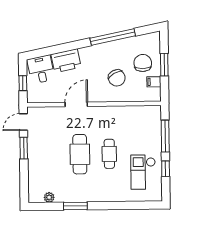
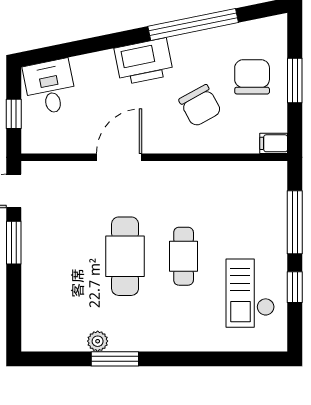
printer: (66, 61) -> (144, 62), moved
filing cabinet: (154, 82) -> (274, 143), moved
plant: (49, 197) -> (98, 341), moved

